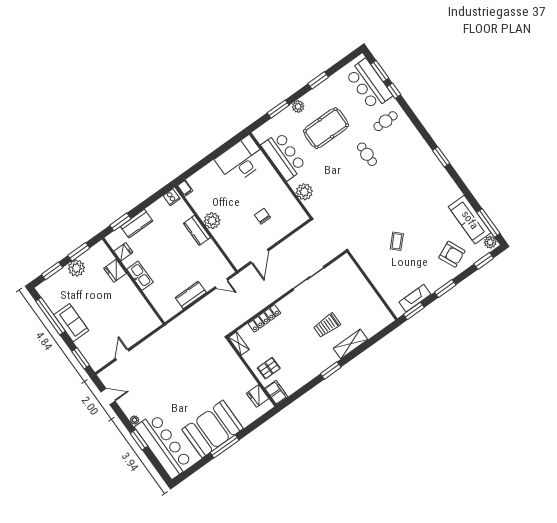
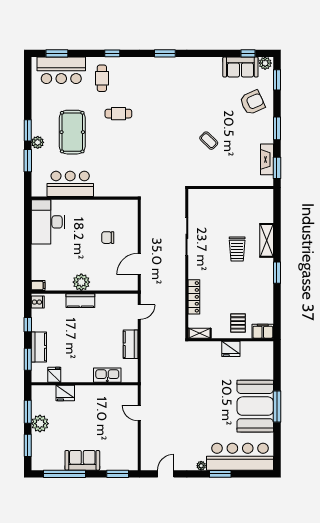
window: (318, 80) -> (28, 130), moved
window: (394, 91) -> (112, 53), moved
plant: (304, 192) -> (112, 188), removed
window: (148, 202) -> (28, 325), added
sofa: (470, 220) -> (240, 67), width x0.73
window: (488, 223) -> (248, 53), width x0.46
door: (259, 256) -> (139, 264), swing flipped
kitchen sink: (140, 276) -> (107, 375), moved
door: (122, 355) -> (139, 413), moved
fridge: (258, 396) -> (231, 349), moved

